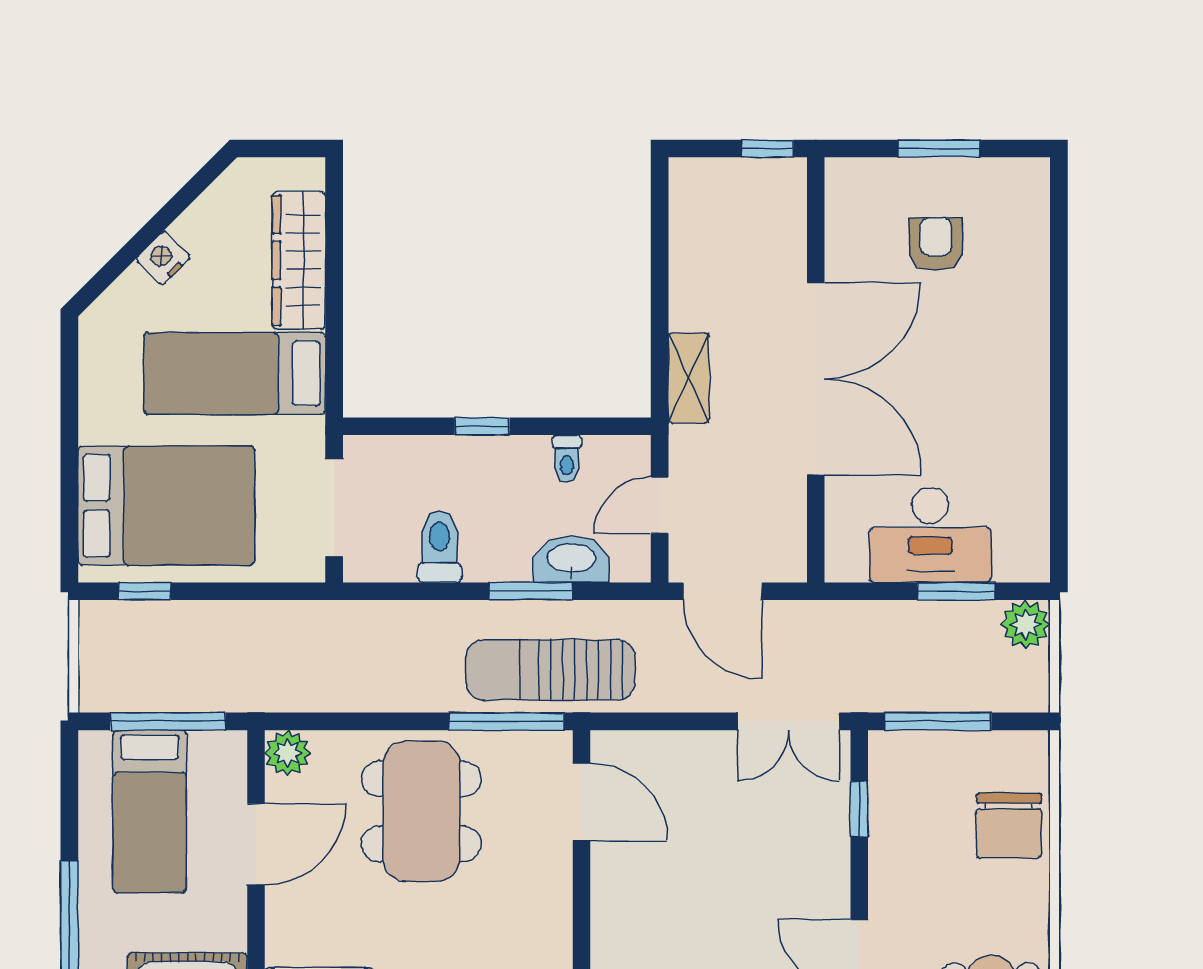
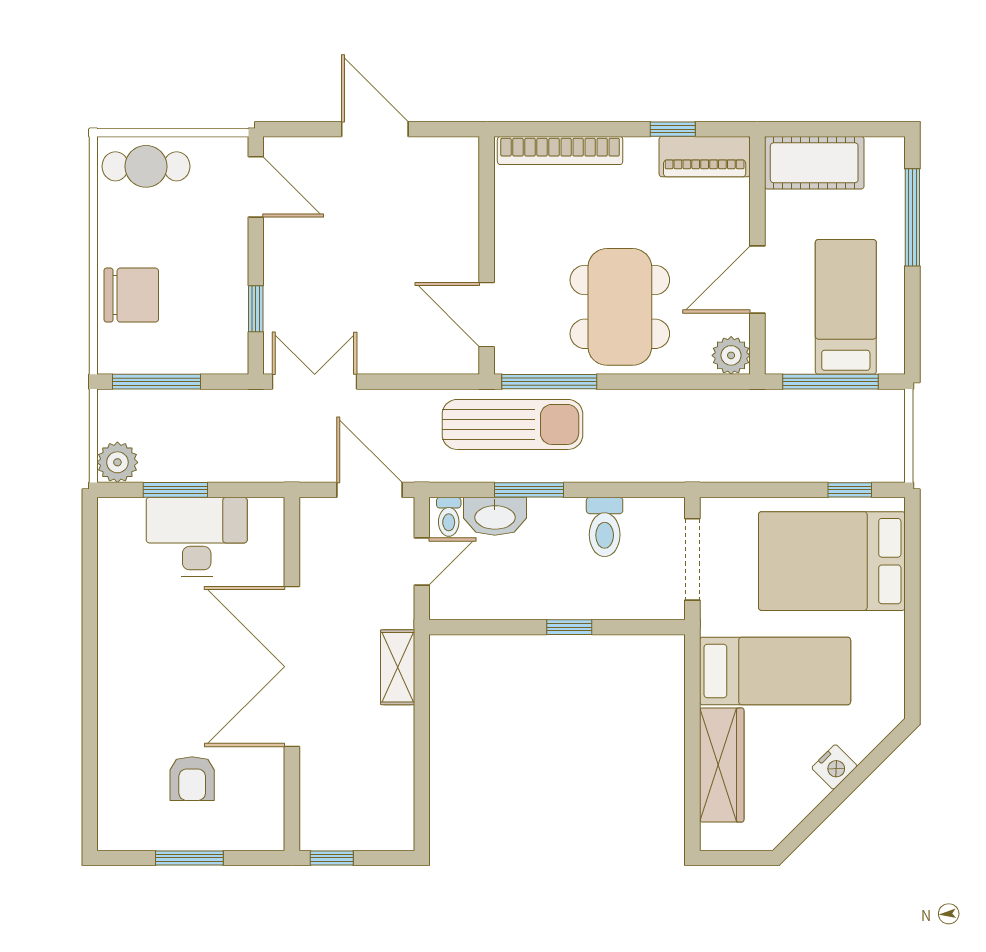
toilet: (567, 459) -> (449, 517), moved, turned 180
window: (938, 721) -> (156, 382), moved
chair: (1009, 826) -> (131, 295), turned 90

